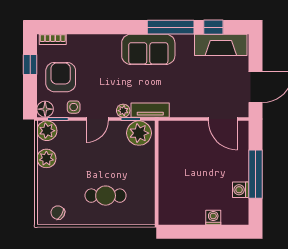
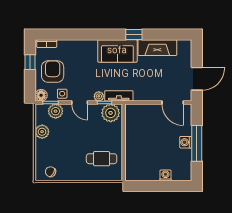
window: (171, 27) -> (134, 35), width x0.46
window: (213, 27) -> (166, 35), removed
fireplace: (221, 45) -> (157, 48), moved
door: (97, 119) -> (80, 103), hinge flipped
plant: (47, 131) -> (56, 111), moved
washing machine: (241, 190) -> (186, 142), moved
cafe table: (106, 196) -> (102, 159), moved

